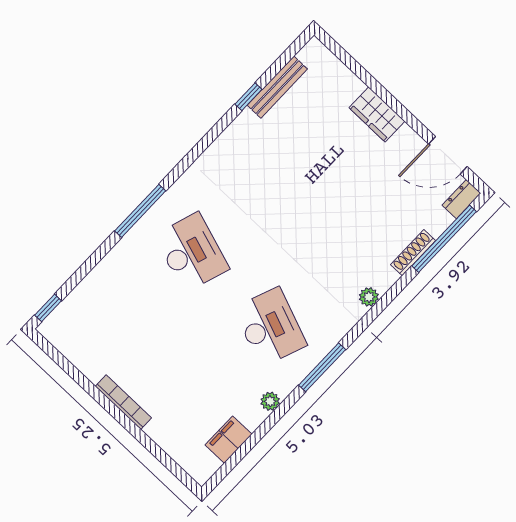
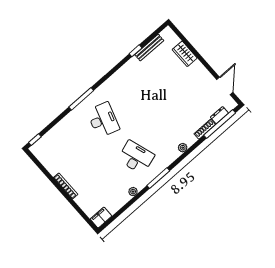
wardrobe: (377, 114) -> (185, 54), moved
door: (448, 155) -> (225, 86), swing flipped
dresser: (461, 199) -> (219, 115), moved
desk: (270, 327) -> (136, 157), turned -39
filing cabinet: (229, 440) -> (101, 218), moved

